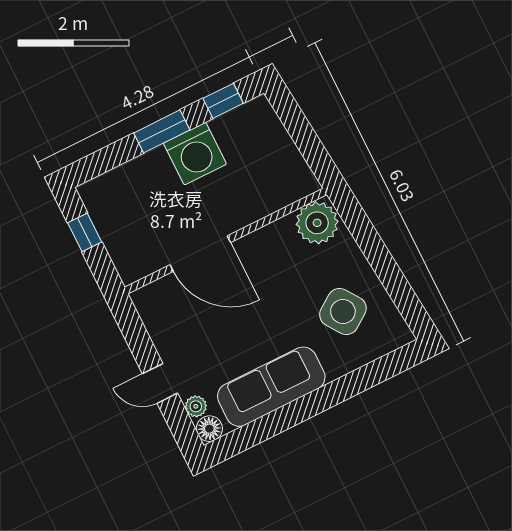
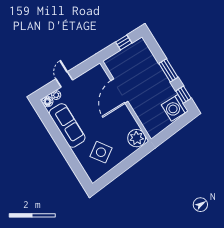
washing machine: (195, 154) -> (175, 108), moved

